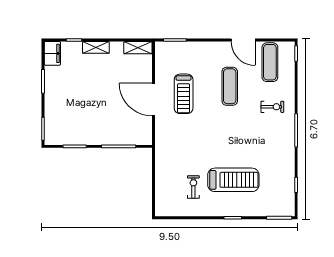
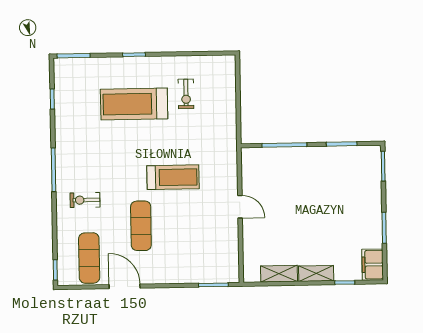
shelving: (138, 48) -> (279, 274), moved
treadmill: (184, 94) -> (173, 177), moved, turned 90
door: (153, 100) -> (240, 207), width x0.53

